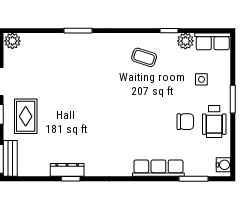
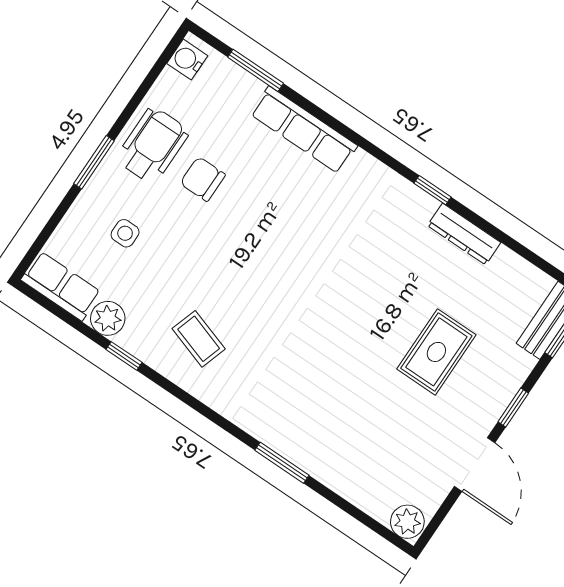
rug: (26, 116) -> (436, 352), moved
window: (71, 179) -> (433, 190), moved

